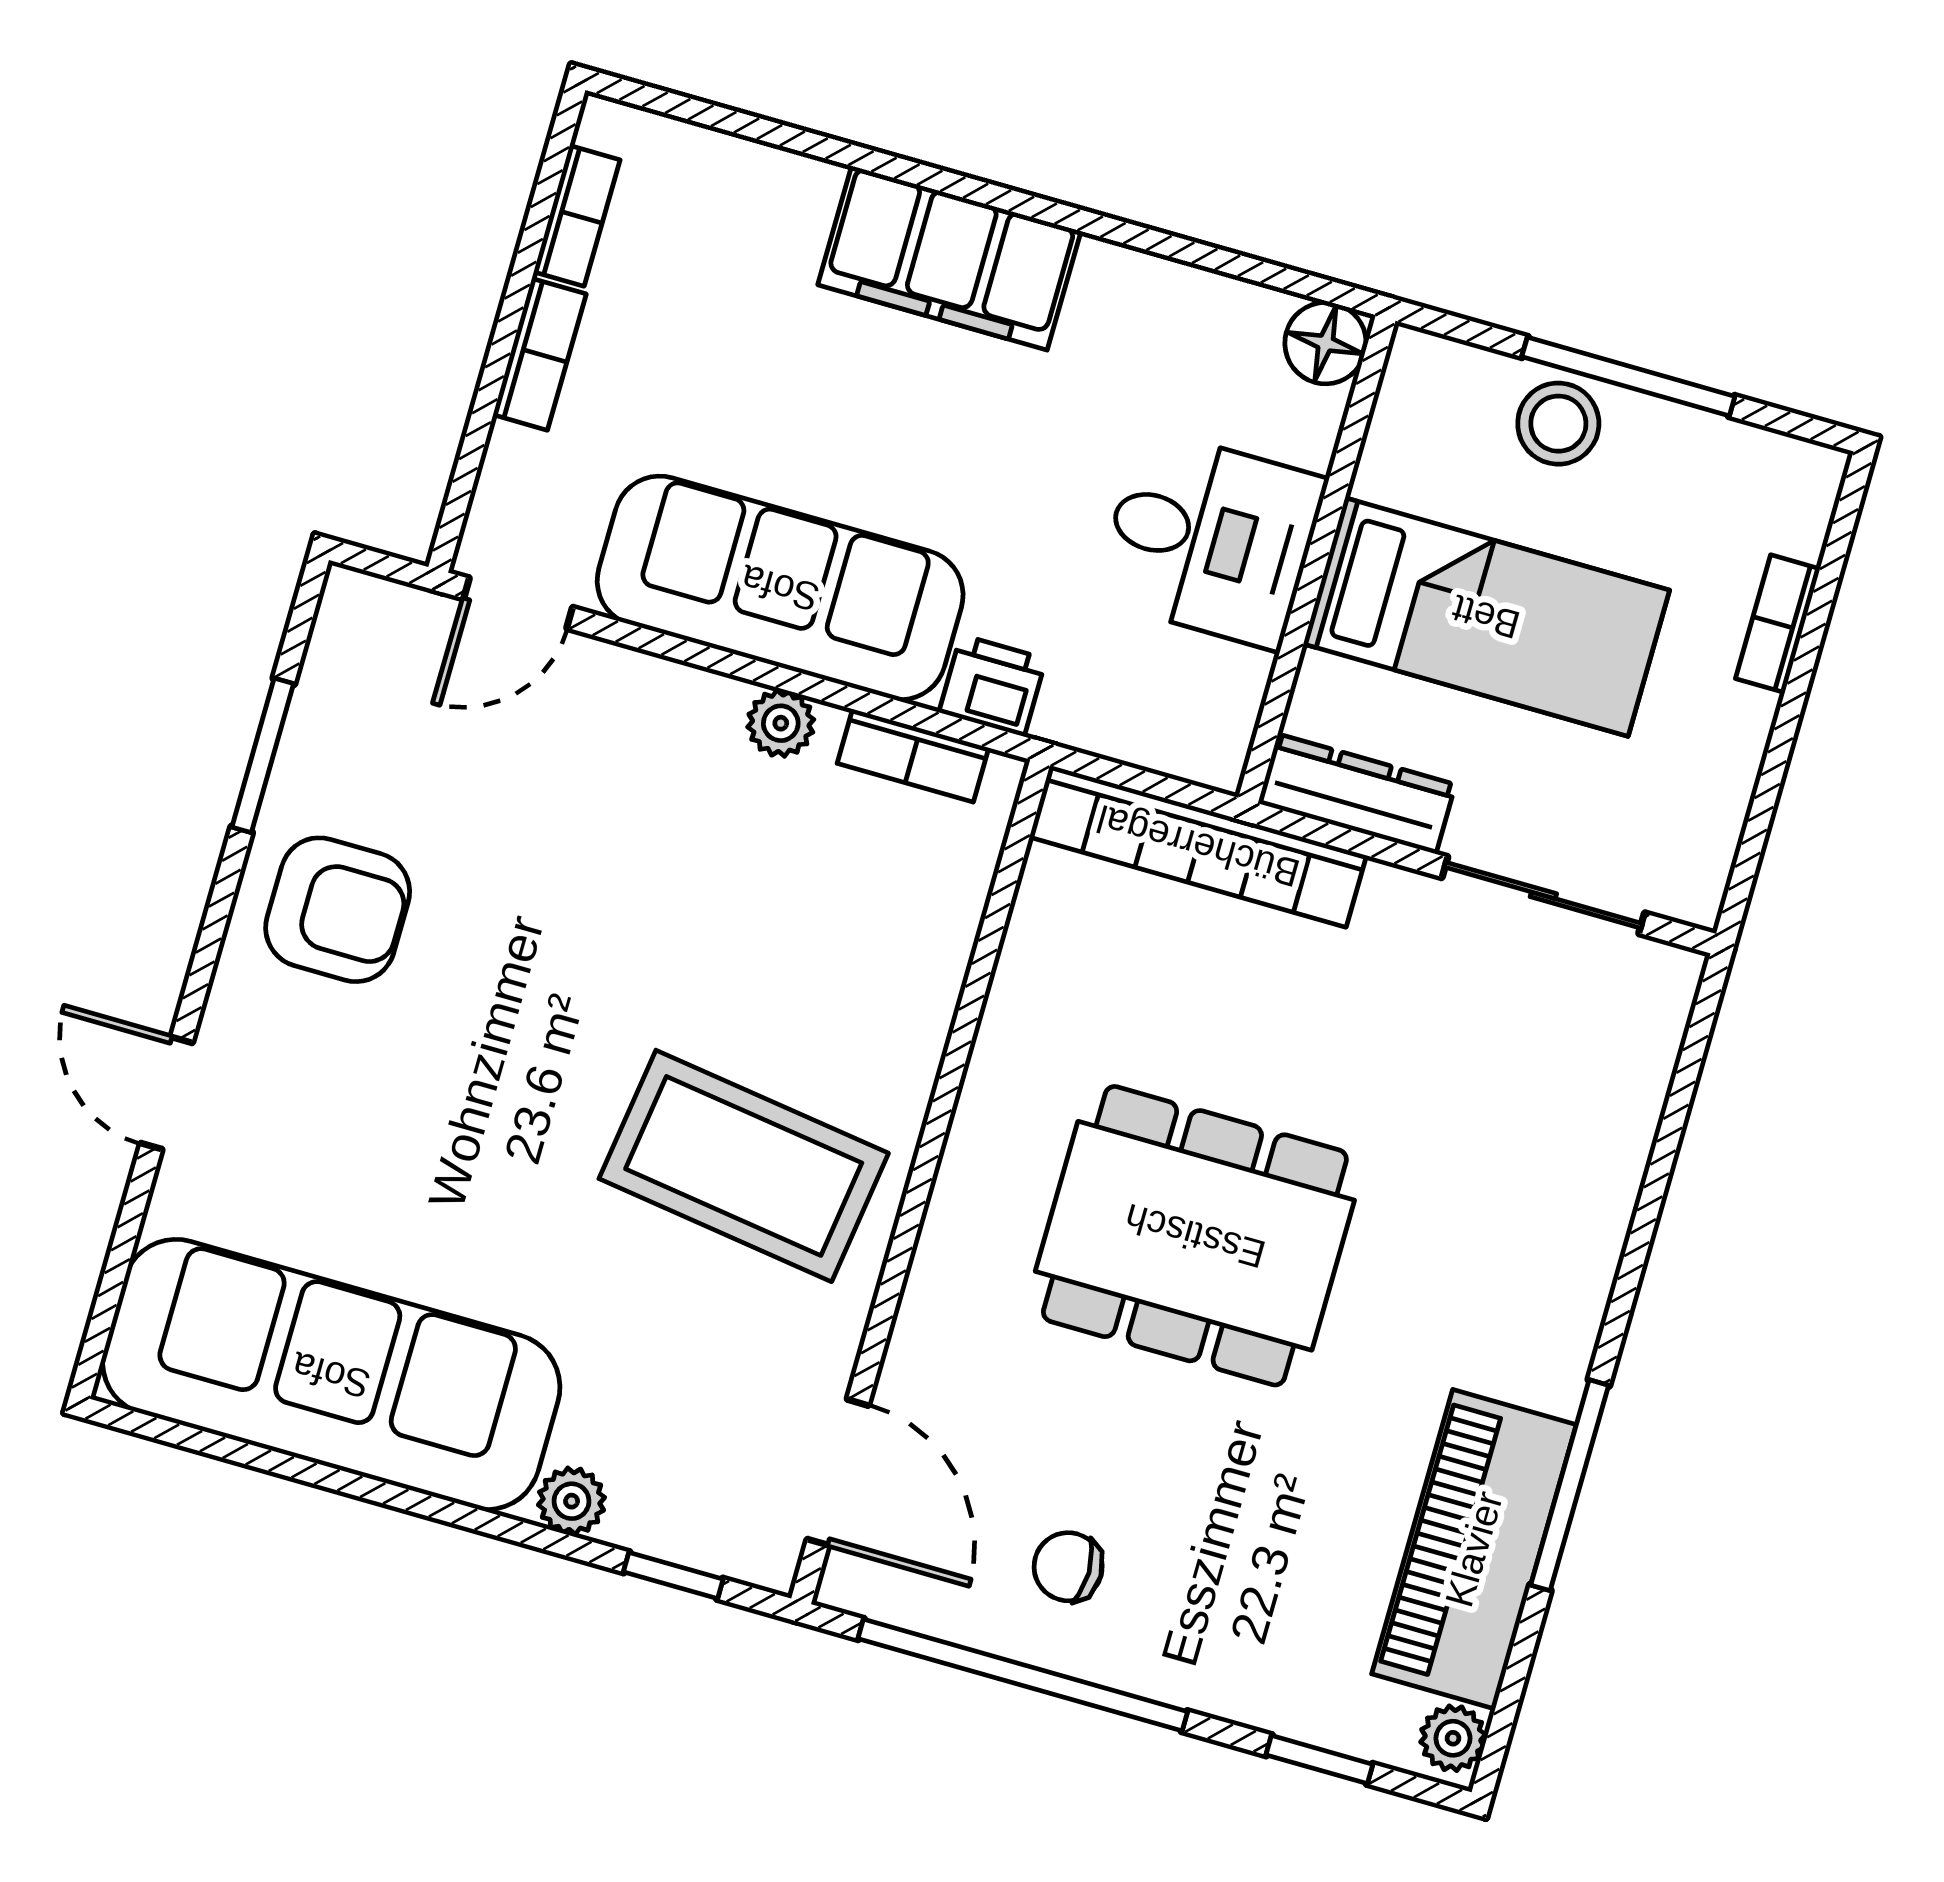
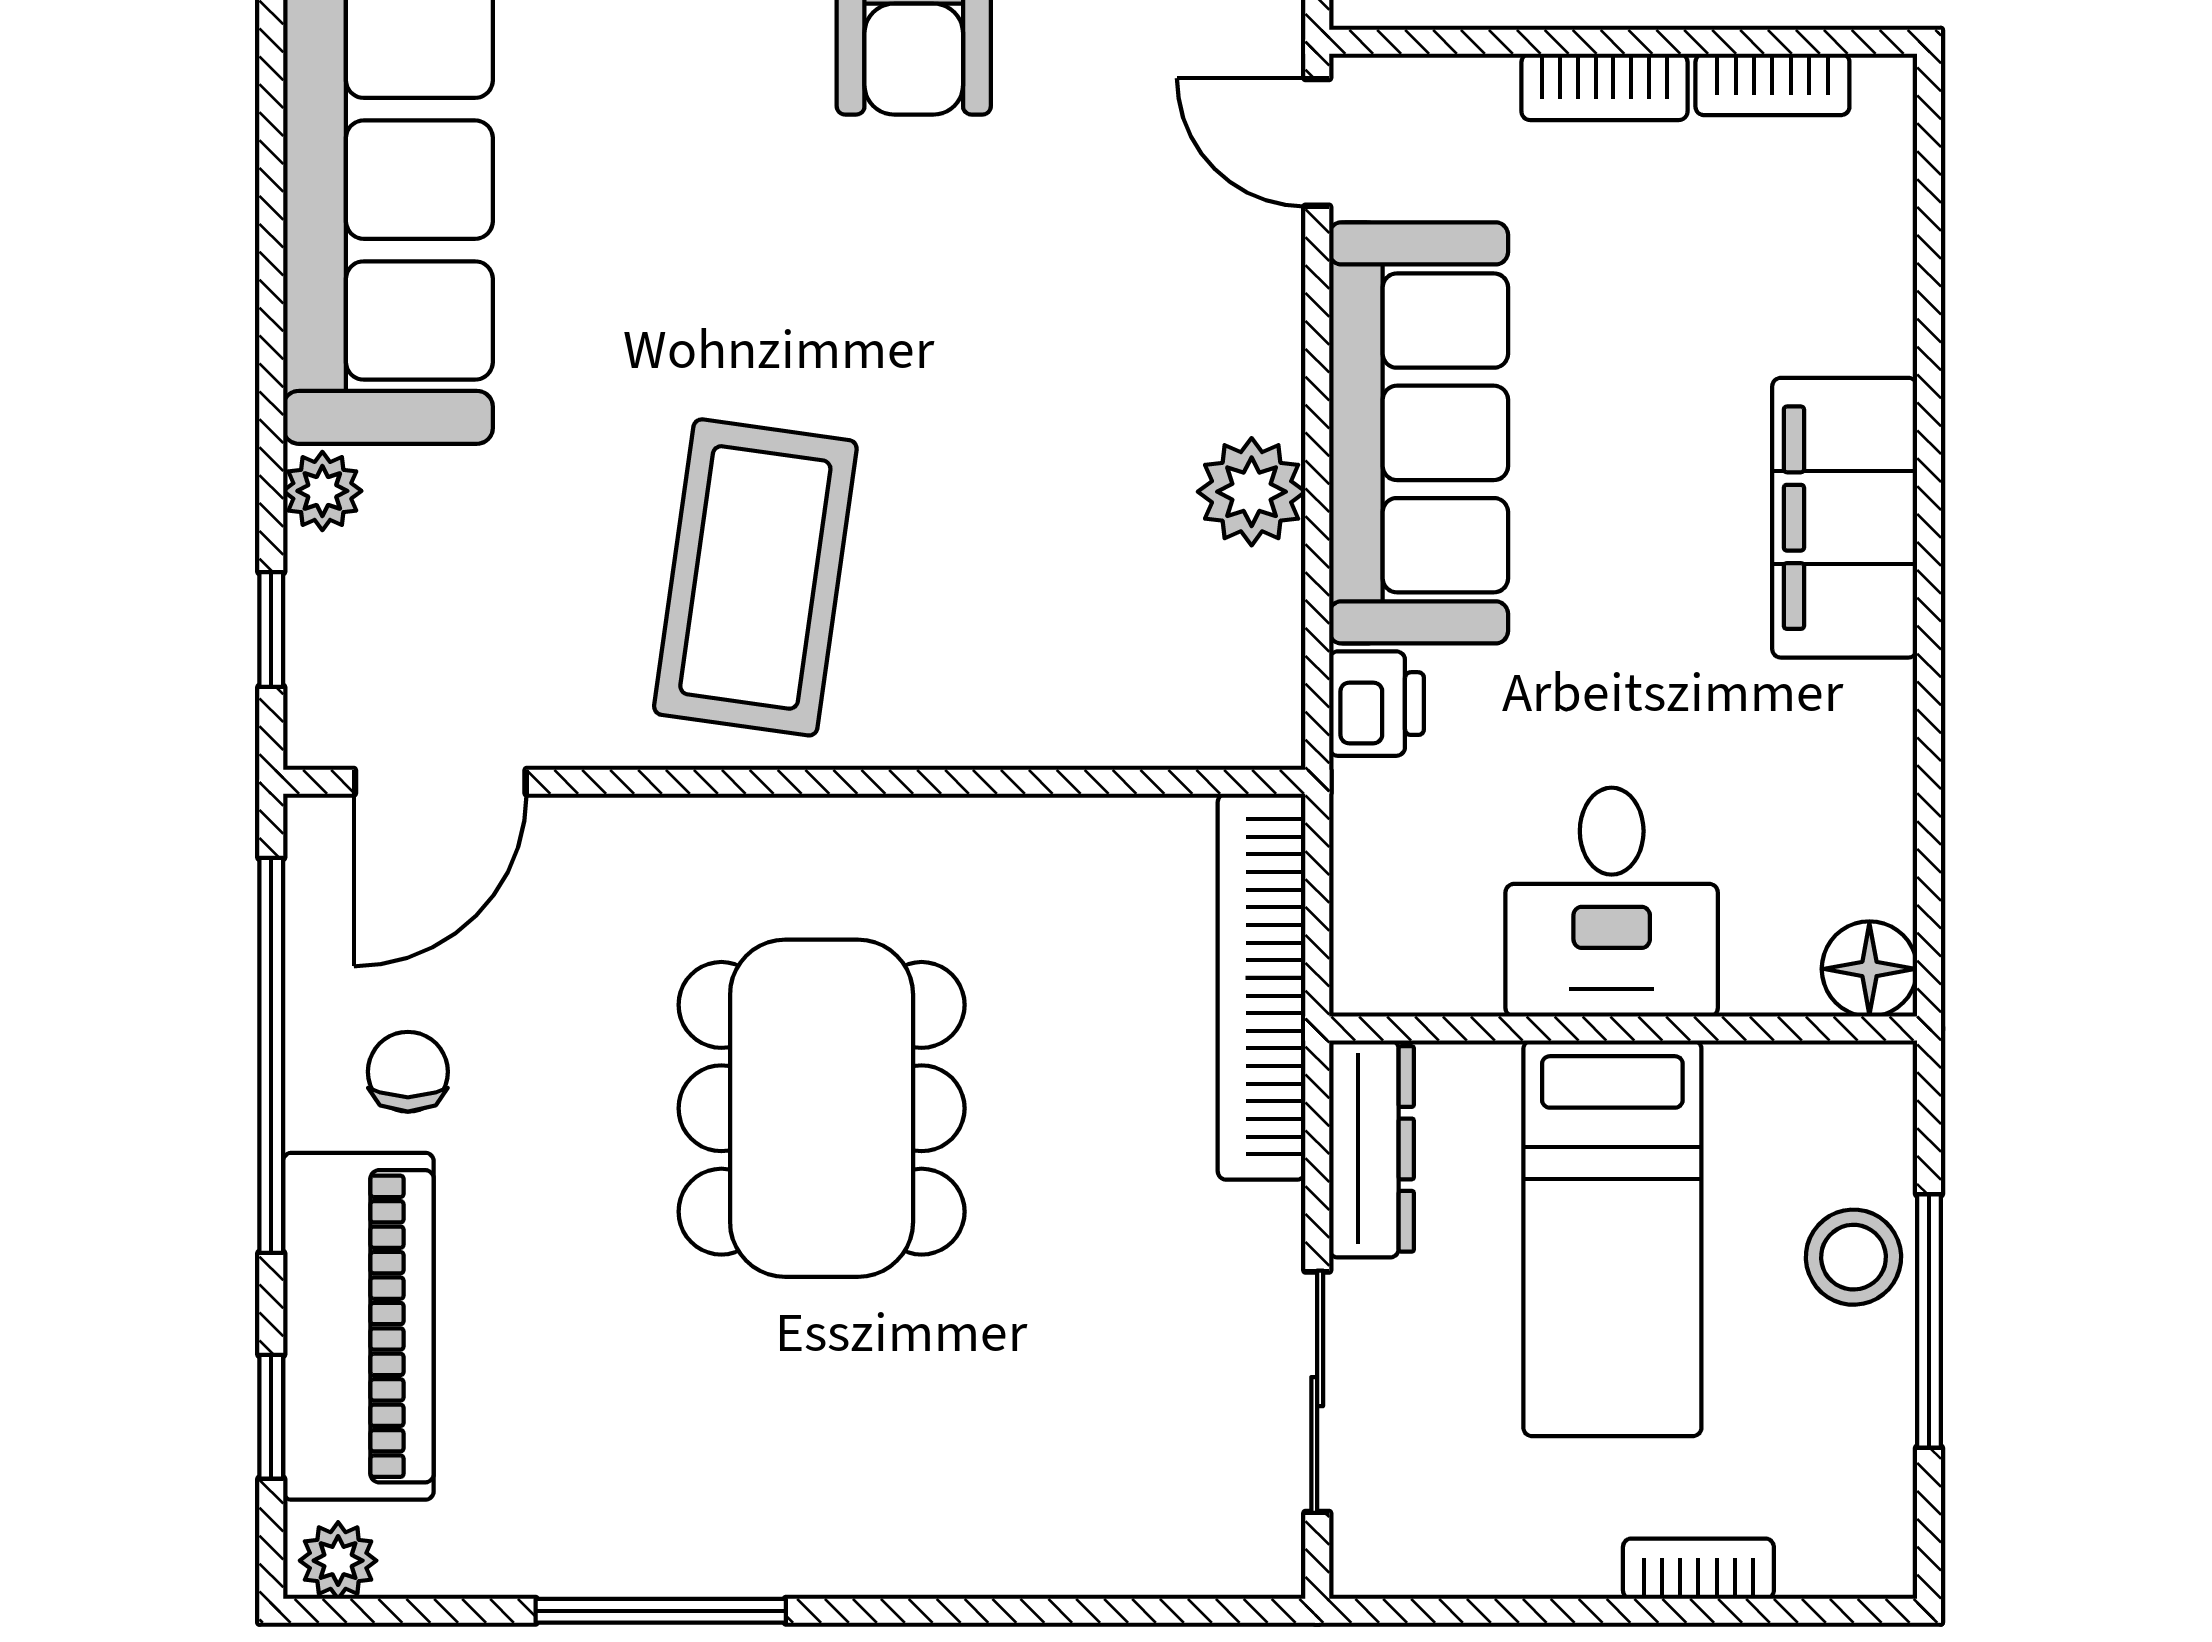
plant: (781, 723) -> (1252, 492), width x1.38, depth x1.38
bookcase: (913, 756) -> (1272, 636), removed
piano: (1474, 1549) -> (358, 1326), moved, turned 90

